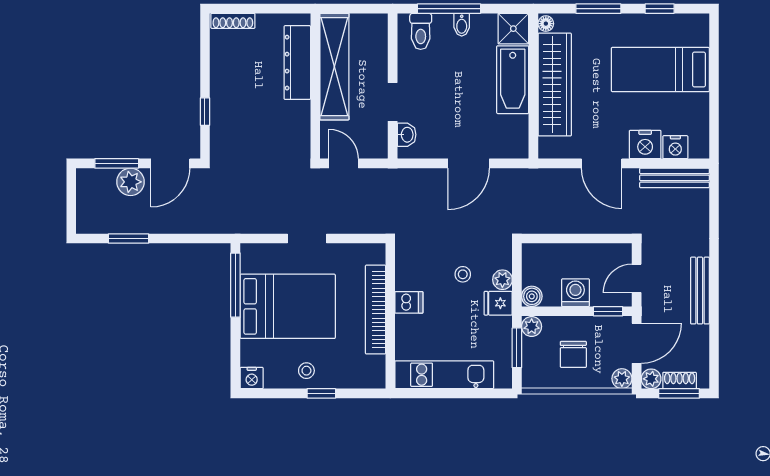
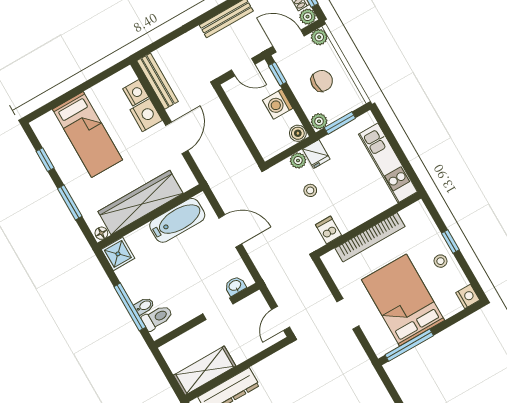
bidet: (462, 25) -> (144, 306), moved
shelving: (334, 67) -> (205, 371), width x0.68
bathtub: (513, 80) -> (177, 220), moved
dishwasher: (409, 302) -> (329, 230), moved

